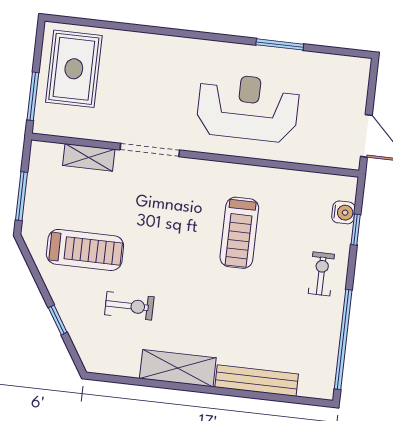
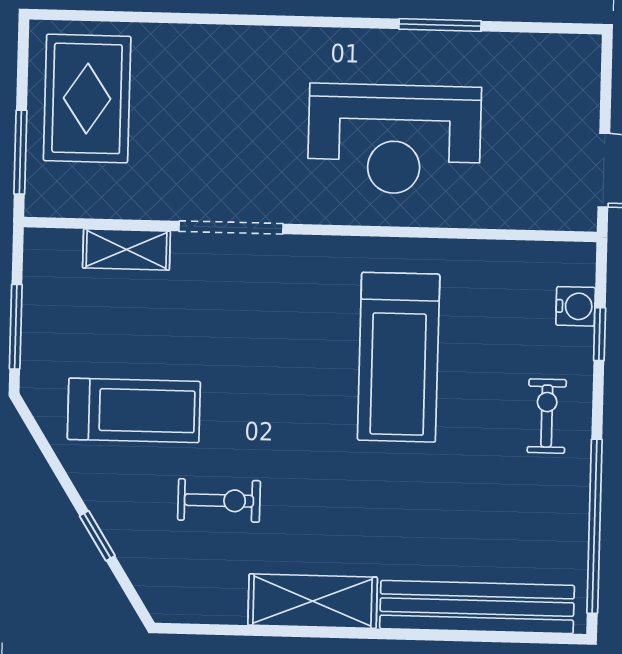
reception desk: (248, 108) -> (394, 139), turned 180
treadmill: (239, 233) -> (399, 357), width x1.37, depth x1.38
bench: (257, 381) -> (477, 607), width x1.37, depth x1.21

